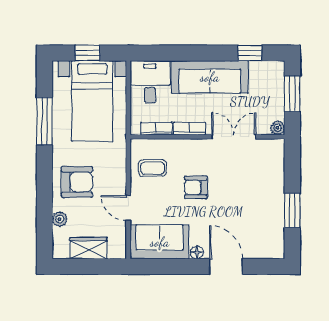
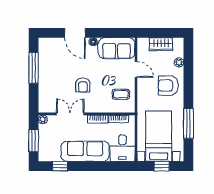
double door: (234, 137) -> (70, 114), swing flipped
armchair: (196, 187) -> (83, 85), moved, turned 90
window: (292, 210) -> (34, 68), width x1.44

